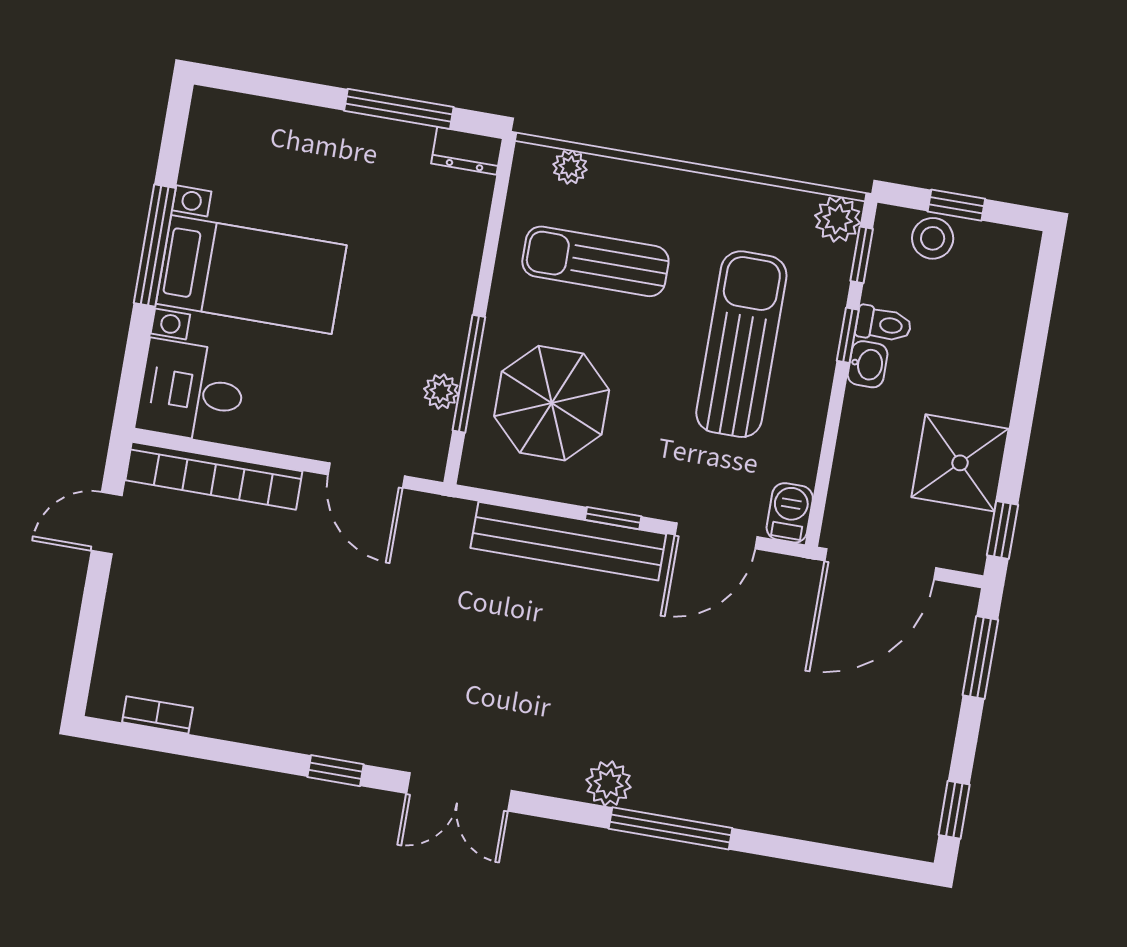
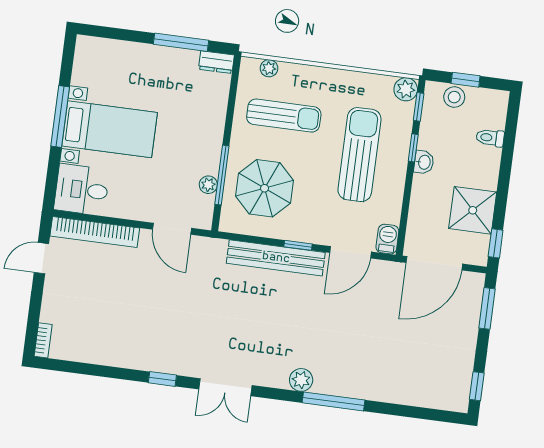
sun lounger: (595, 261) -> (284, 116), turned 180
toilet: (884, 324) -> (490, 138), moved, turned 180
bookcase: (157, 715) -> (43, 340), moved, turned 90

